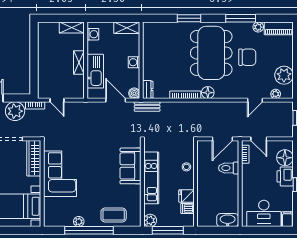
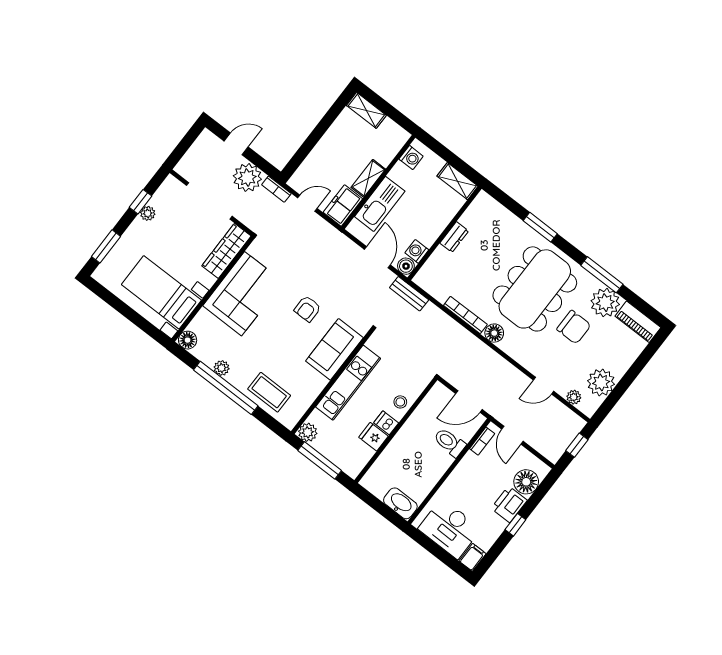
plant: (258, 27) -> (605, 303), width x1.87, depth x1.87
shelving: (72, 28) -> (366, 110), moved
washing machine: (134, 62) -> (417, 251), moved
freezer: (77, 87) -> (343, 205), added
dresser: (148, 90) -> (454, 237), moved
door: (57, 100) -> (307, 203), swing flipped
armchair: (100, 156) -> (307, 309), added
dishwasher: (187, 208) -> (386, 423), moved
floor lamp: (50, 221) -> (188, 340), added

